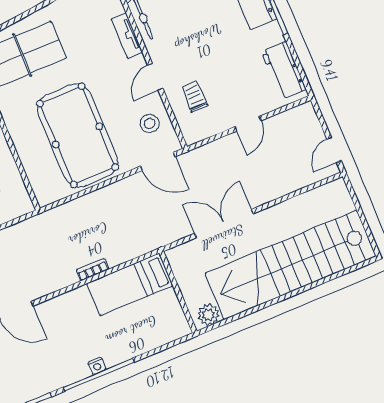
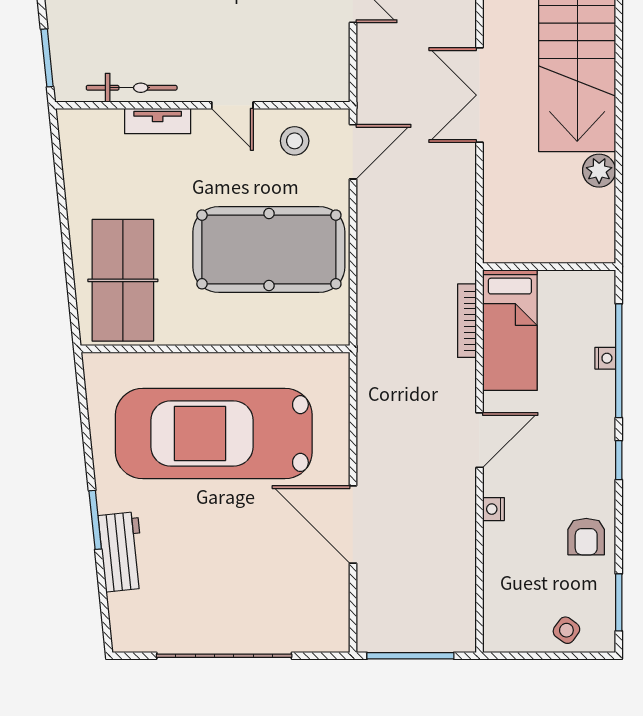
trolley: (195, 97) -> (283, 61), removed
bookcase: (93, 270) -> (467, 321), width x1.56
bed: (130, 284) -> (510, 330), moved
wall: (178, 292) -> (549, 267), moved

